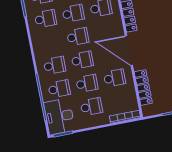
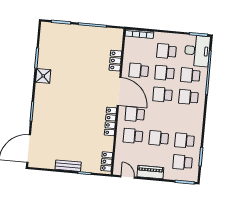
school desk: (78, 37) -> (135, 114), moved
locker: (143, 87) -> (115, 61), width x0.66

